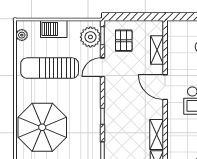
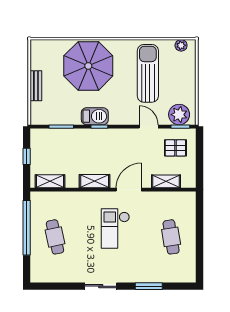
barbecue: (54, 29) -> (95, 116), moved, turned 90
shelving: (157, 134) -> (95, 181), moved

